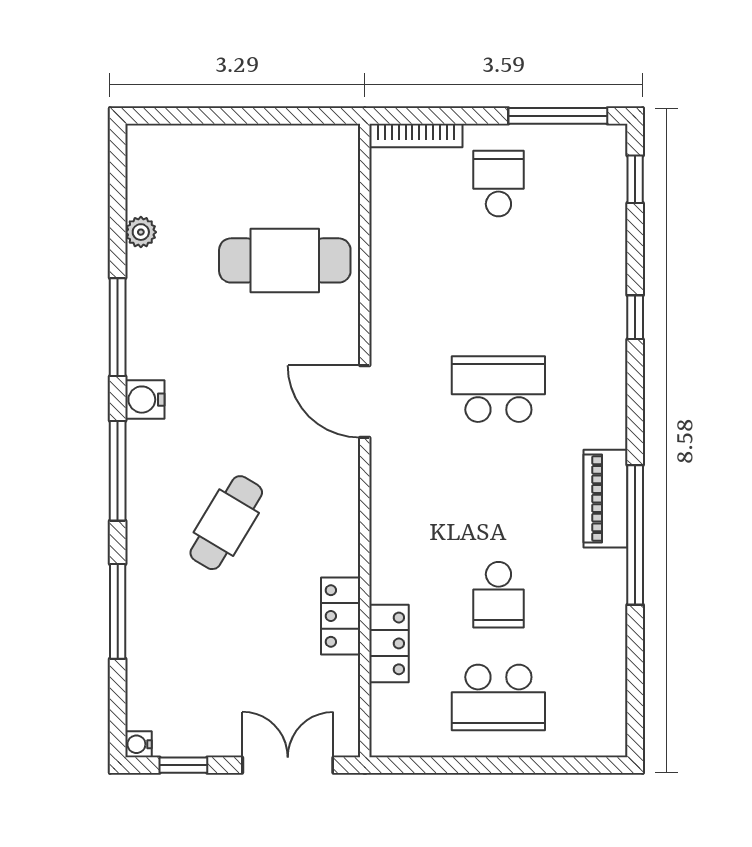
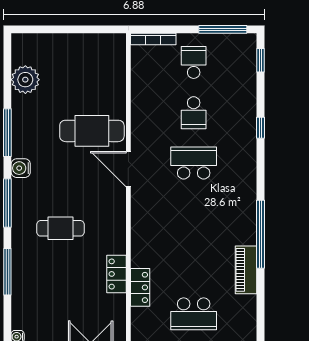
plant: (141, 232) -> (25, 80), width x1.88, depth x1.88
cafe table: (285, 260) -> (92, 131), moved
piano: (605, 499) -> (246, 270), moved
cafe table: (226, 523) -> (60, 228), turned 59
school desk: (498, 595) -> (194, 113), moved

